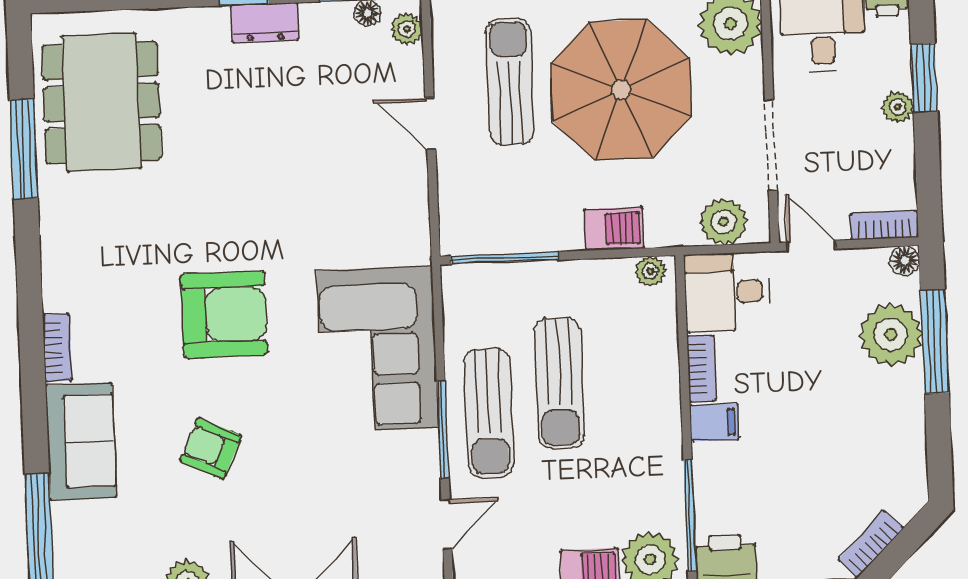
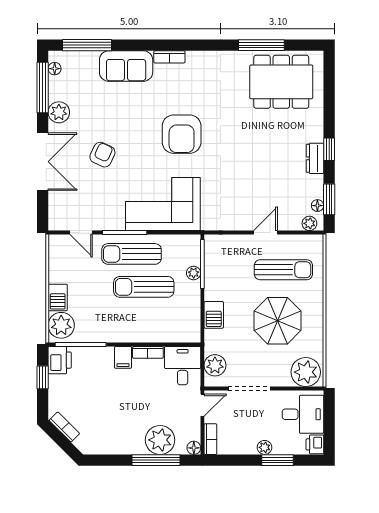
parasol: (621, 90) -> (277, 321), width x0.73, depth x0.73
plant: (650, 271) -> (194, 273), moved
armchair: (211, 448) -> (102, 155), moved

